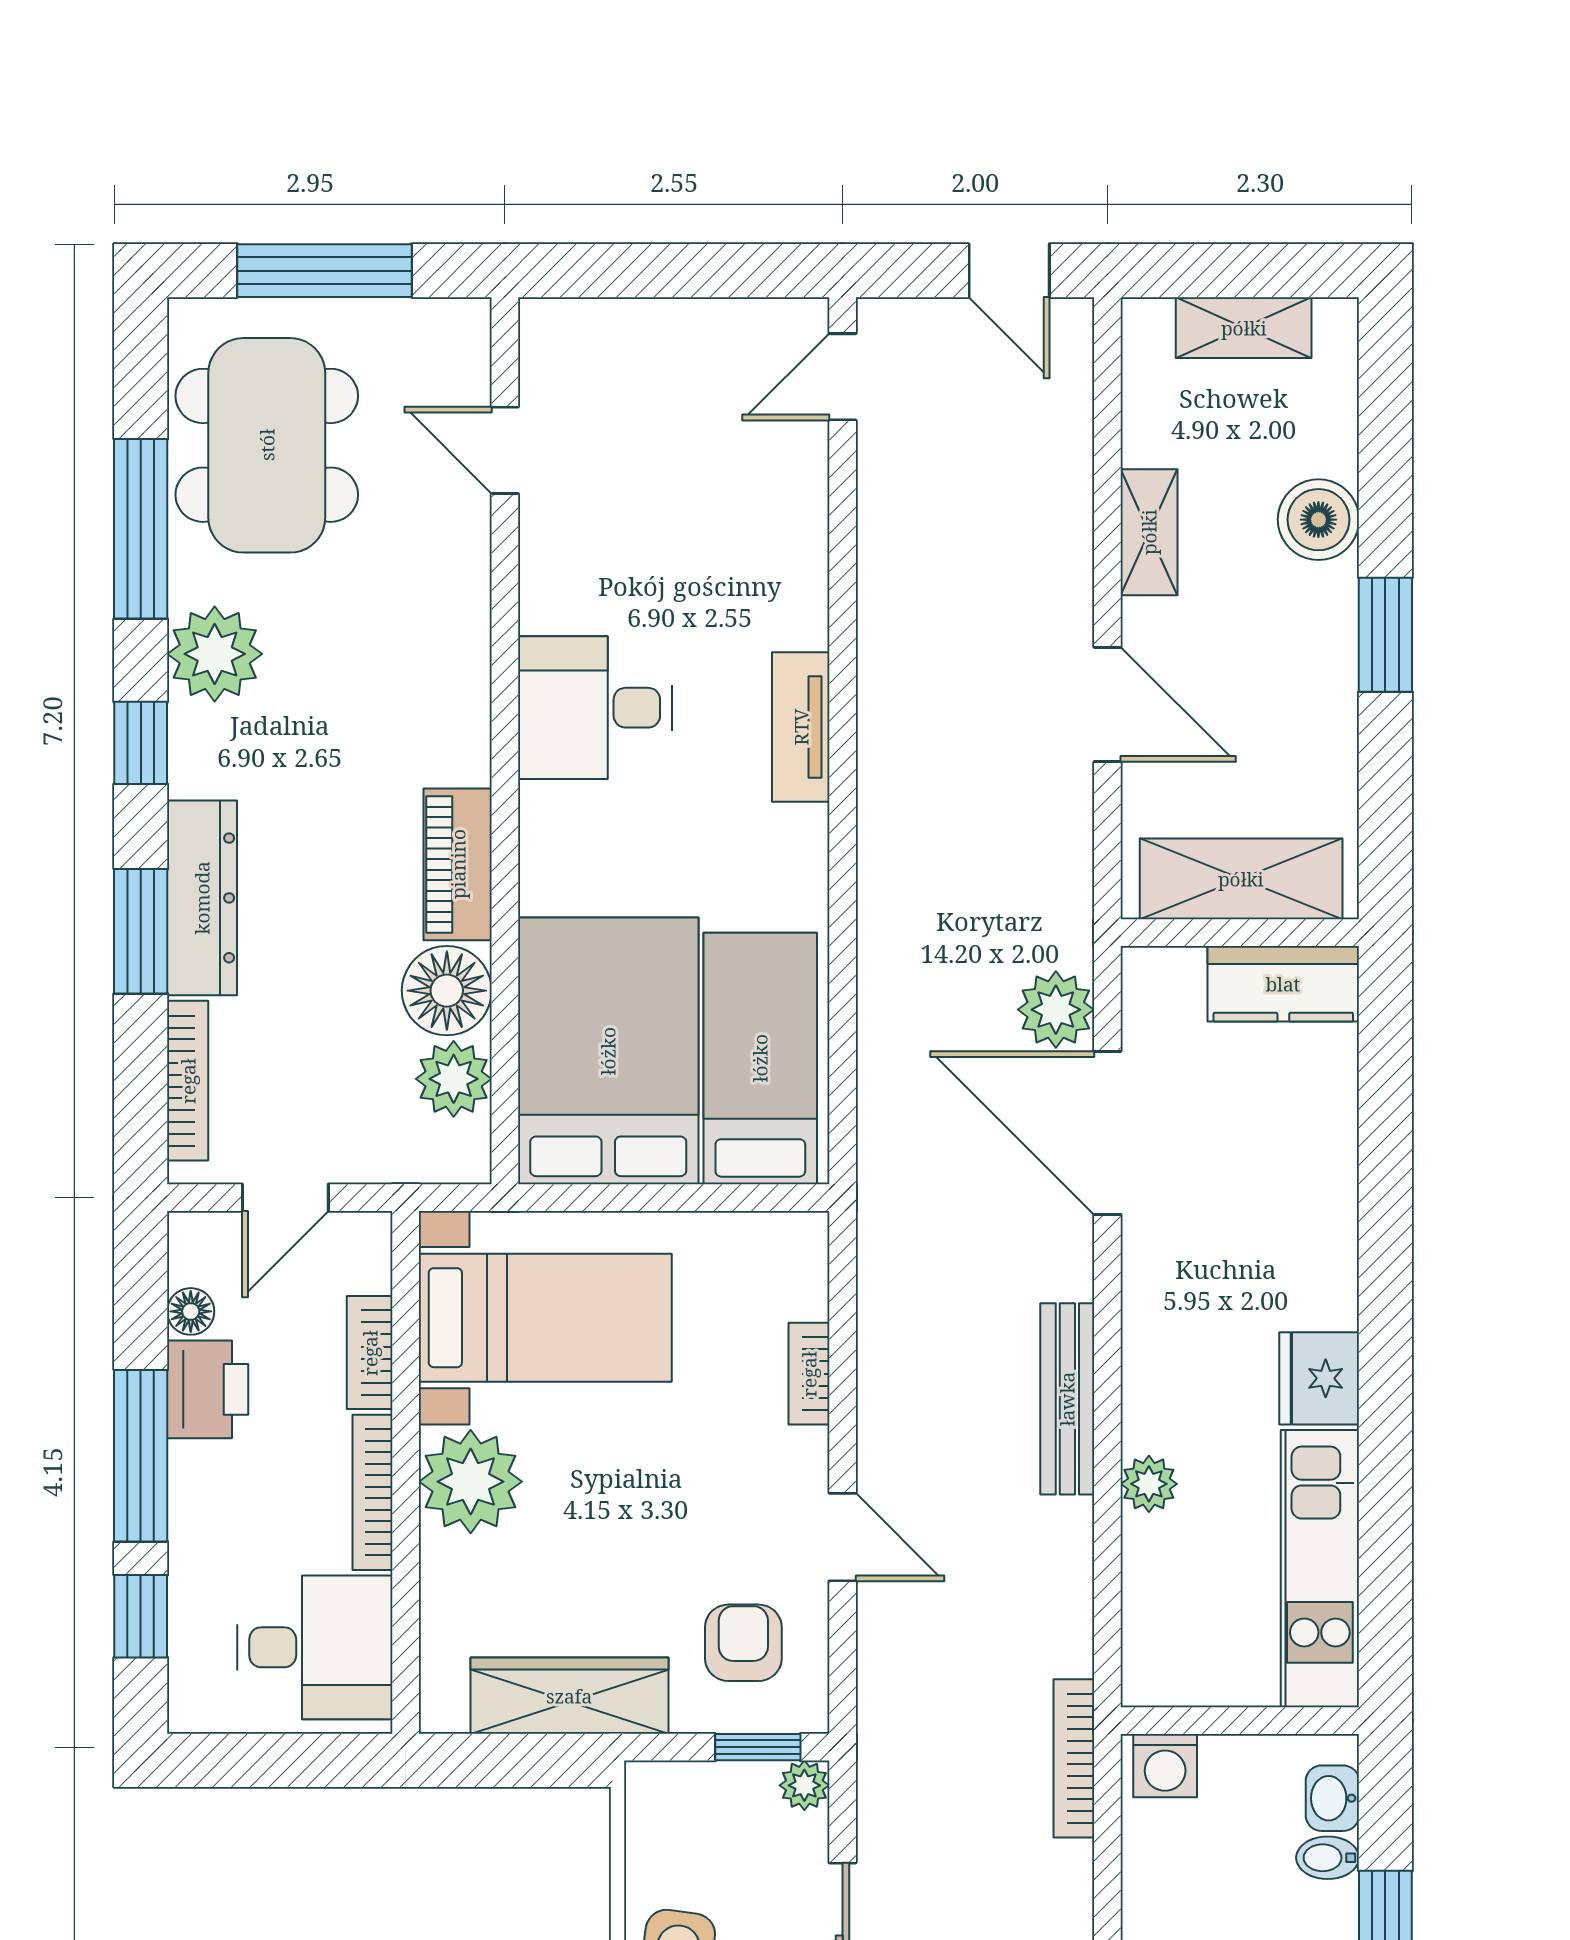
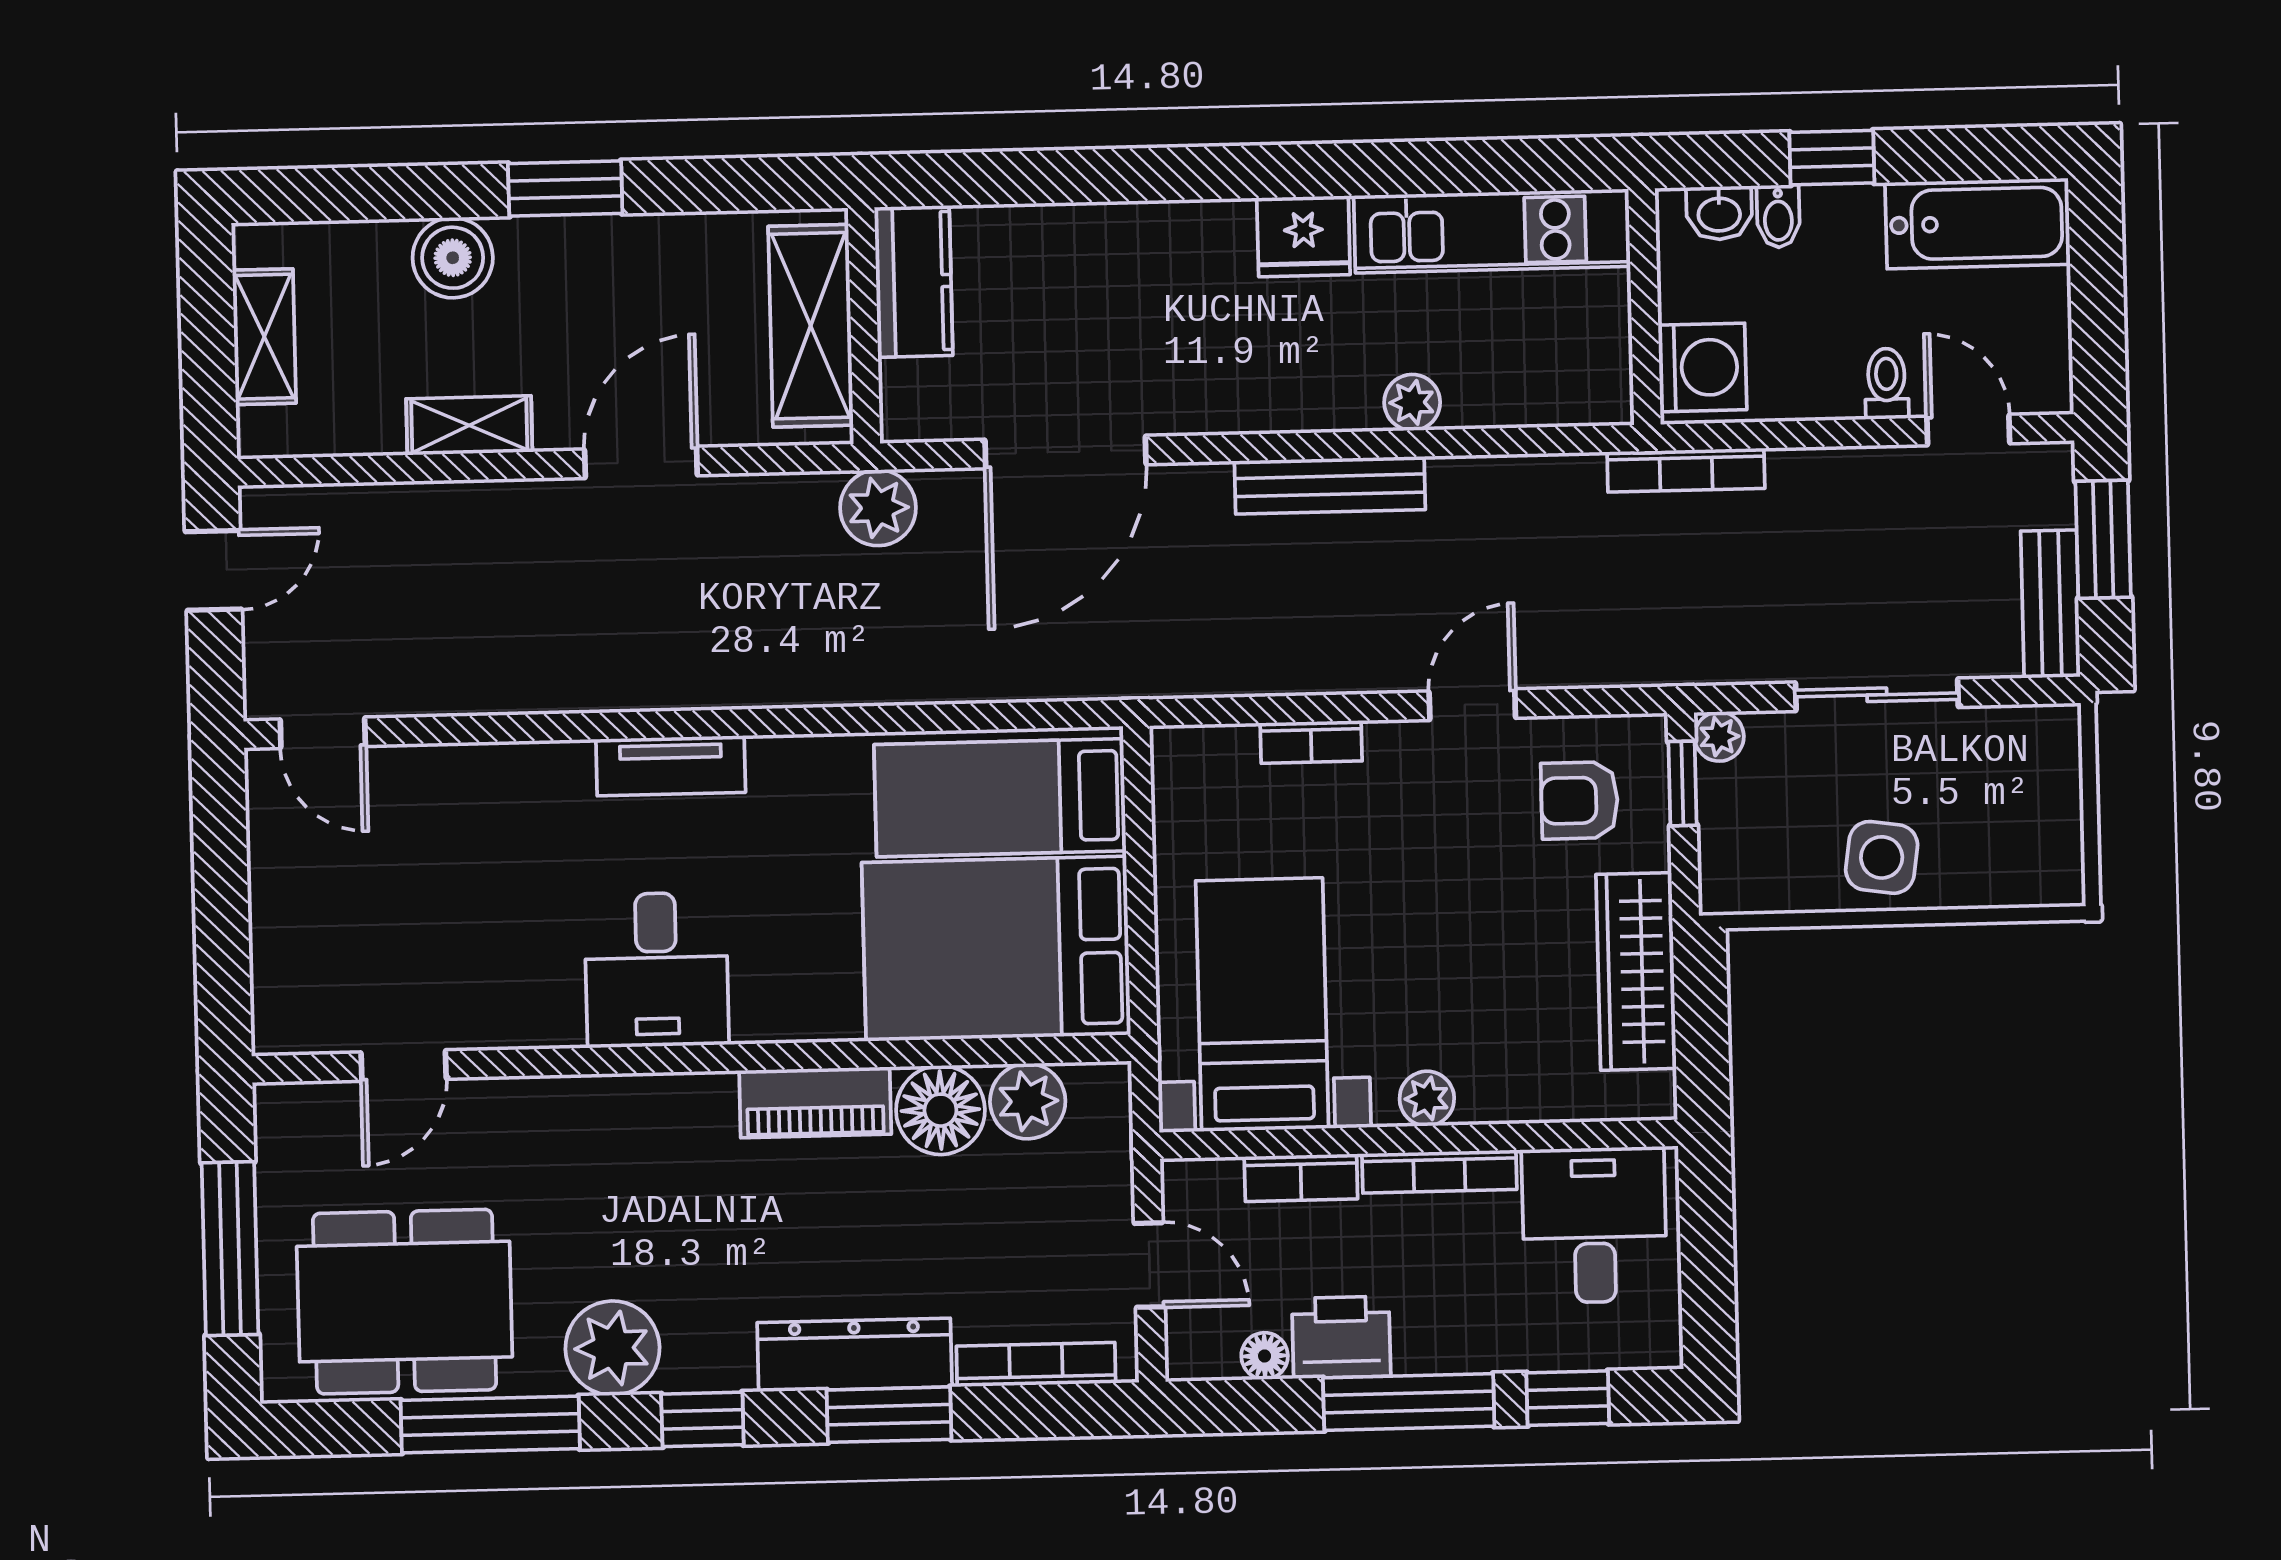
plant: (1056, 1010) -> (878, 508), moved
plant: (471, 1482) -> (1427, 1099), width x0.53, depth x0.53
washing machine: (1165, 1766) -> (1702, 367), width x1.38, depth x1.38

